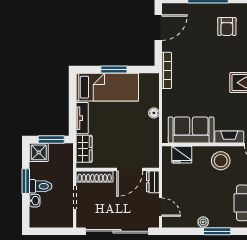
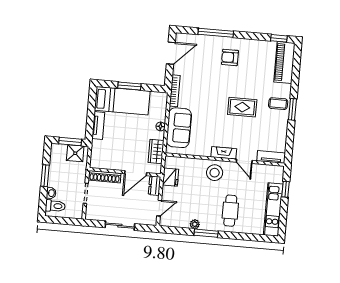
armchair: (227, 27) -> (230, 57), turned 90
sofa: (191, 130) -> (179, 128), moved, turned 90
wardrobe: (84, 149) -> (156, 151), moved, turned 180
shower: (39, 152) -> (75, 153), moved
fridge: (182, 155) -> (171, 177), moved, turned -90
toilet: (41, 186) -> (55, 206), moved
door: (161, 207) -> (159, 208), hinge flipped
sliding door: (117, 231) -> (120, 226), width x0.54

